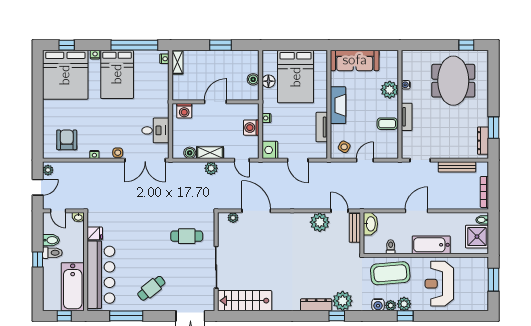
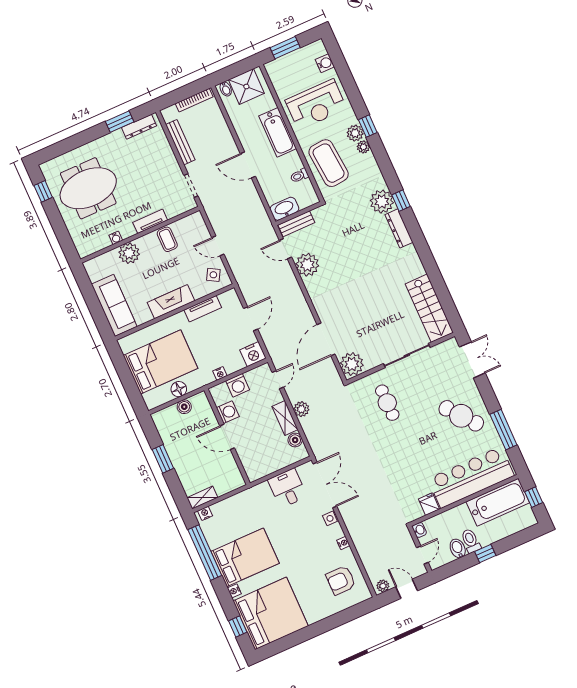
washing machine: (184, 111) -> (228, 412), moved
door: (339, 211) -> (285, 249), hinge flipped
plant: (233, 218) -> (352, 364), width x1.87, depth x1.87
cafe table: (151, 288) -> (461, 416), width x1.37, depth x1.35
water cooler: (378, 305) -> (325, 63), moved

